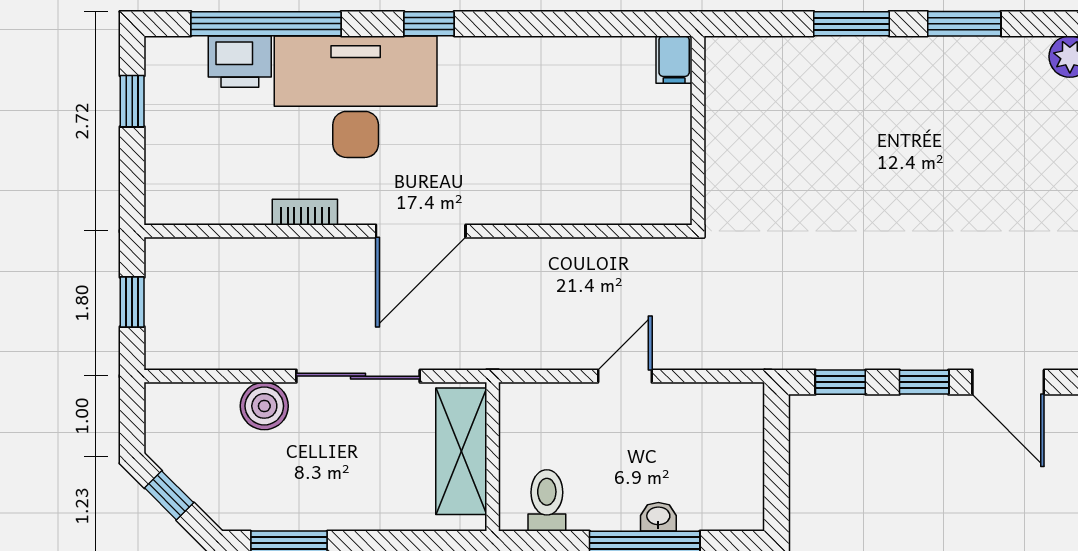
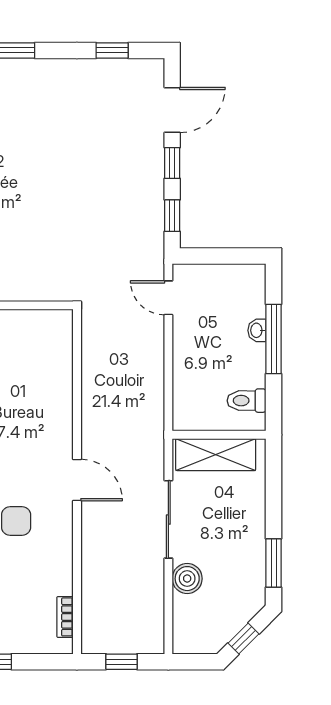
bookcase: (305, 212) -> (65, 617), moved
door: (421, 231) -> (77, 480), width x0.73
door: (625, 376) -> (168, 298), moved

